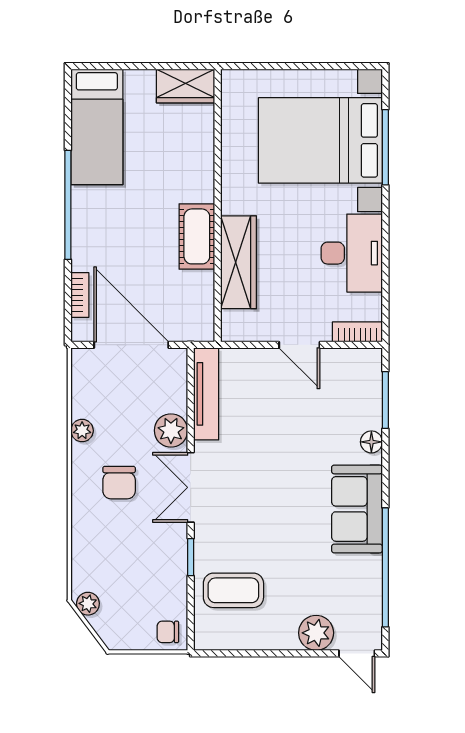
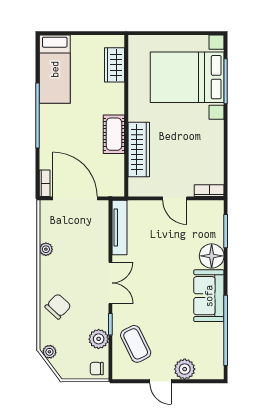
wardrobe: (186, 86) -> (114, 65), moved, turned 90
desk: (352, 253) -> (206, 144), removed
bookcase: (80, 295) -> (45, 183), moved
plant: (171, 430) -> (99, 339), moved
floor lamp: (371, 442) -> (212, 256), width x1.89, depth x1.89
chair: (119, 483) -> (58, 306), moved, turned -137
double door: (191, 487) -> (110, 283), swing flipped
coffee table: (233, 590) -> (136, 344), turned 64
door: (357, 653) -> (160, 381), moved

